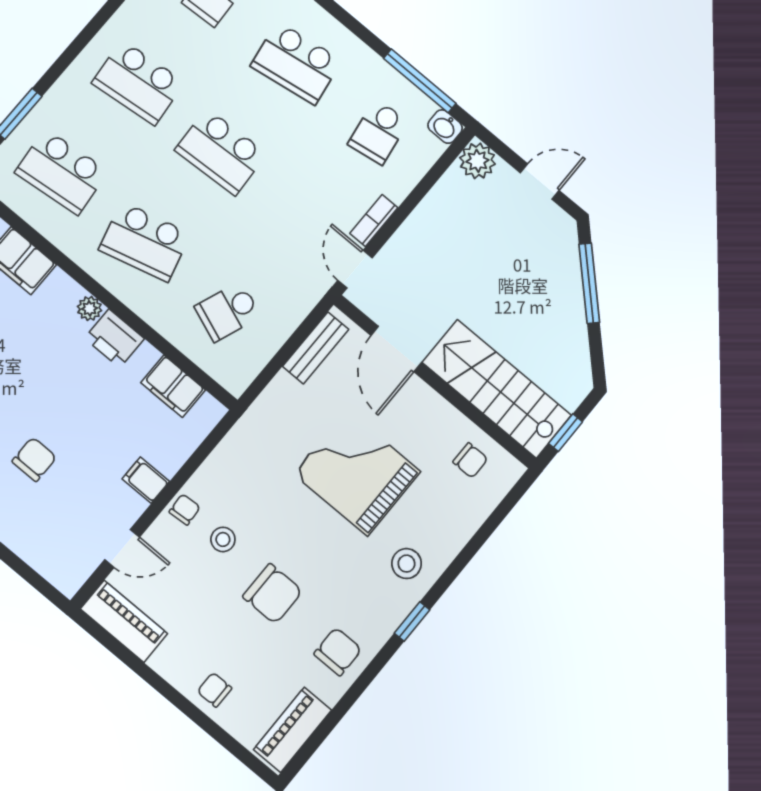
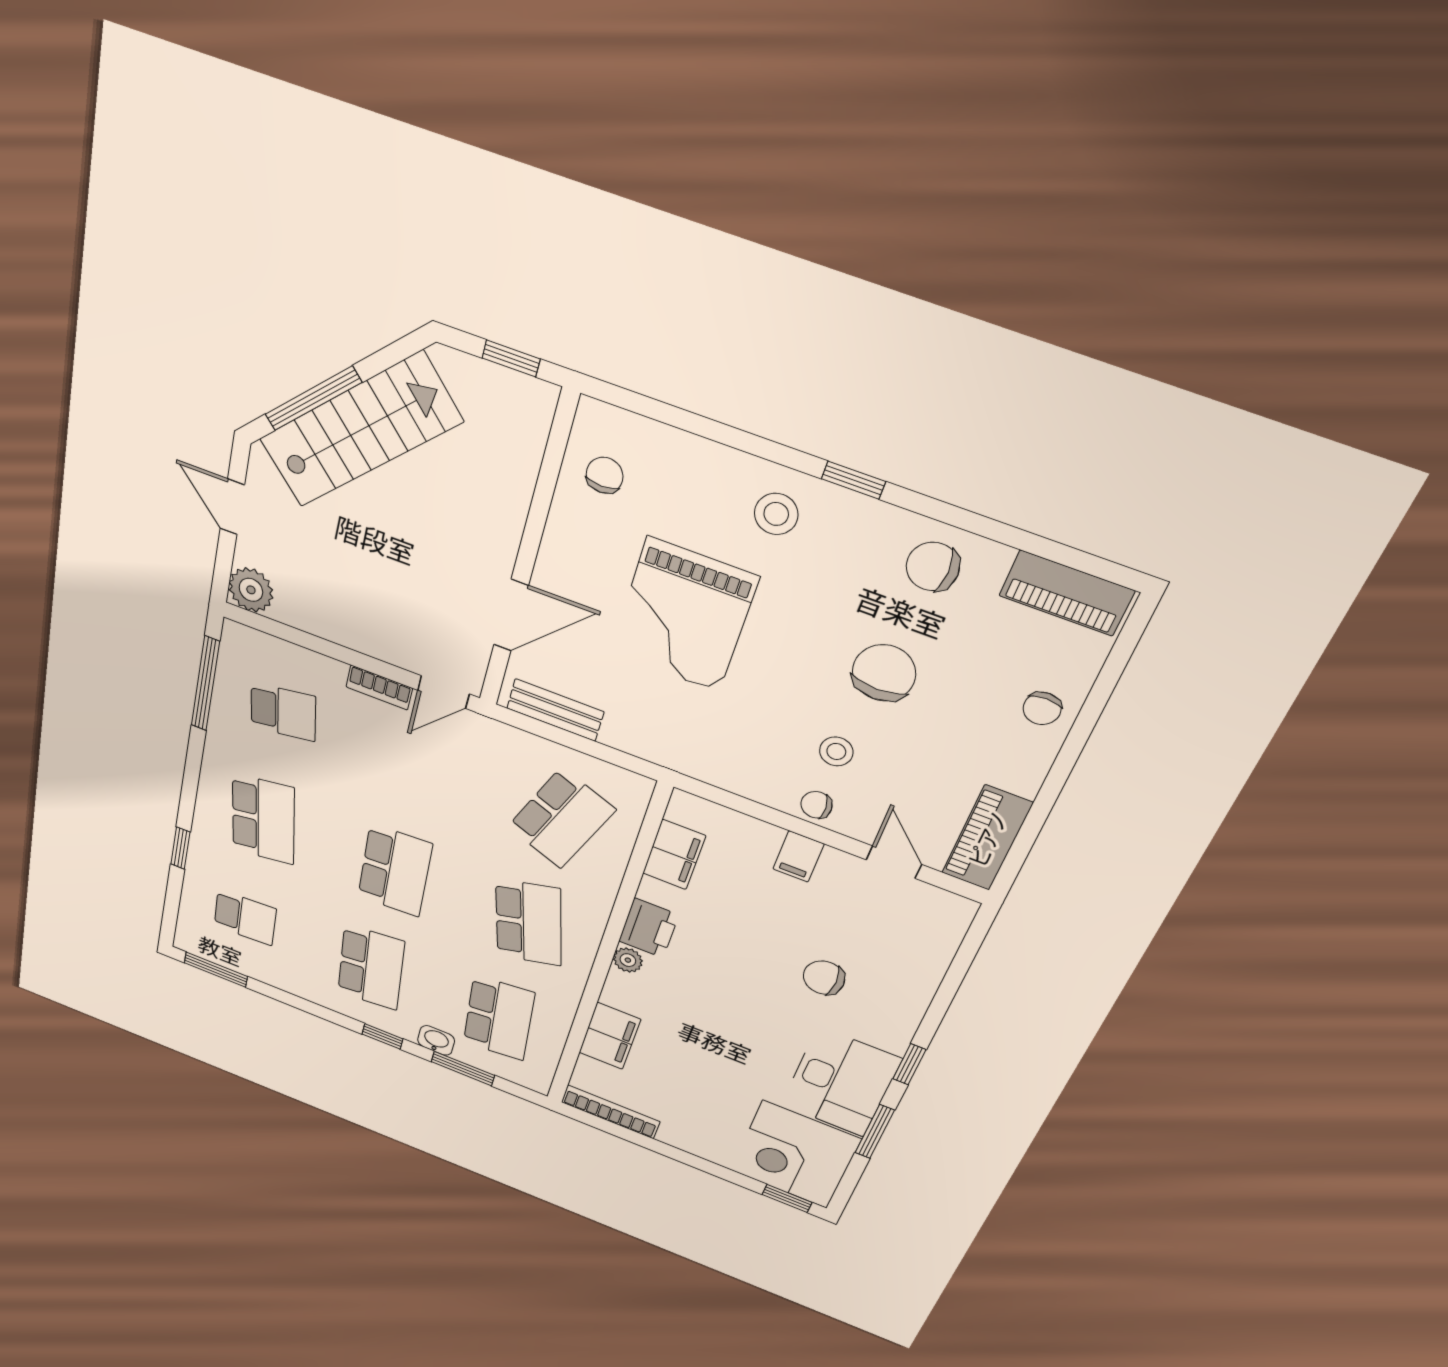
window: (68, 56) -> (383, 1036), added
washbasin: (445, 127) -> (436, 1040), moved, turned -90
school desk: (228, 312) -> (561, 818), width x1.85
stairs: (497, 389) -> (360, 430), moved, turned -135

